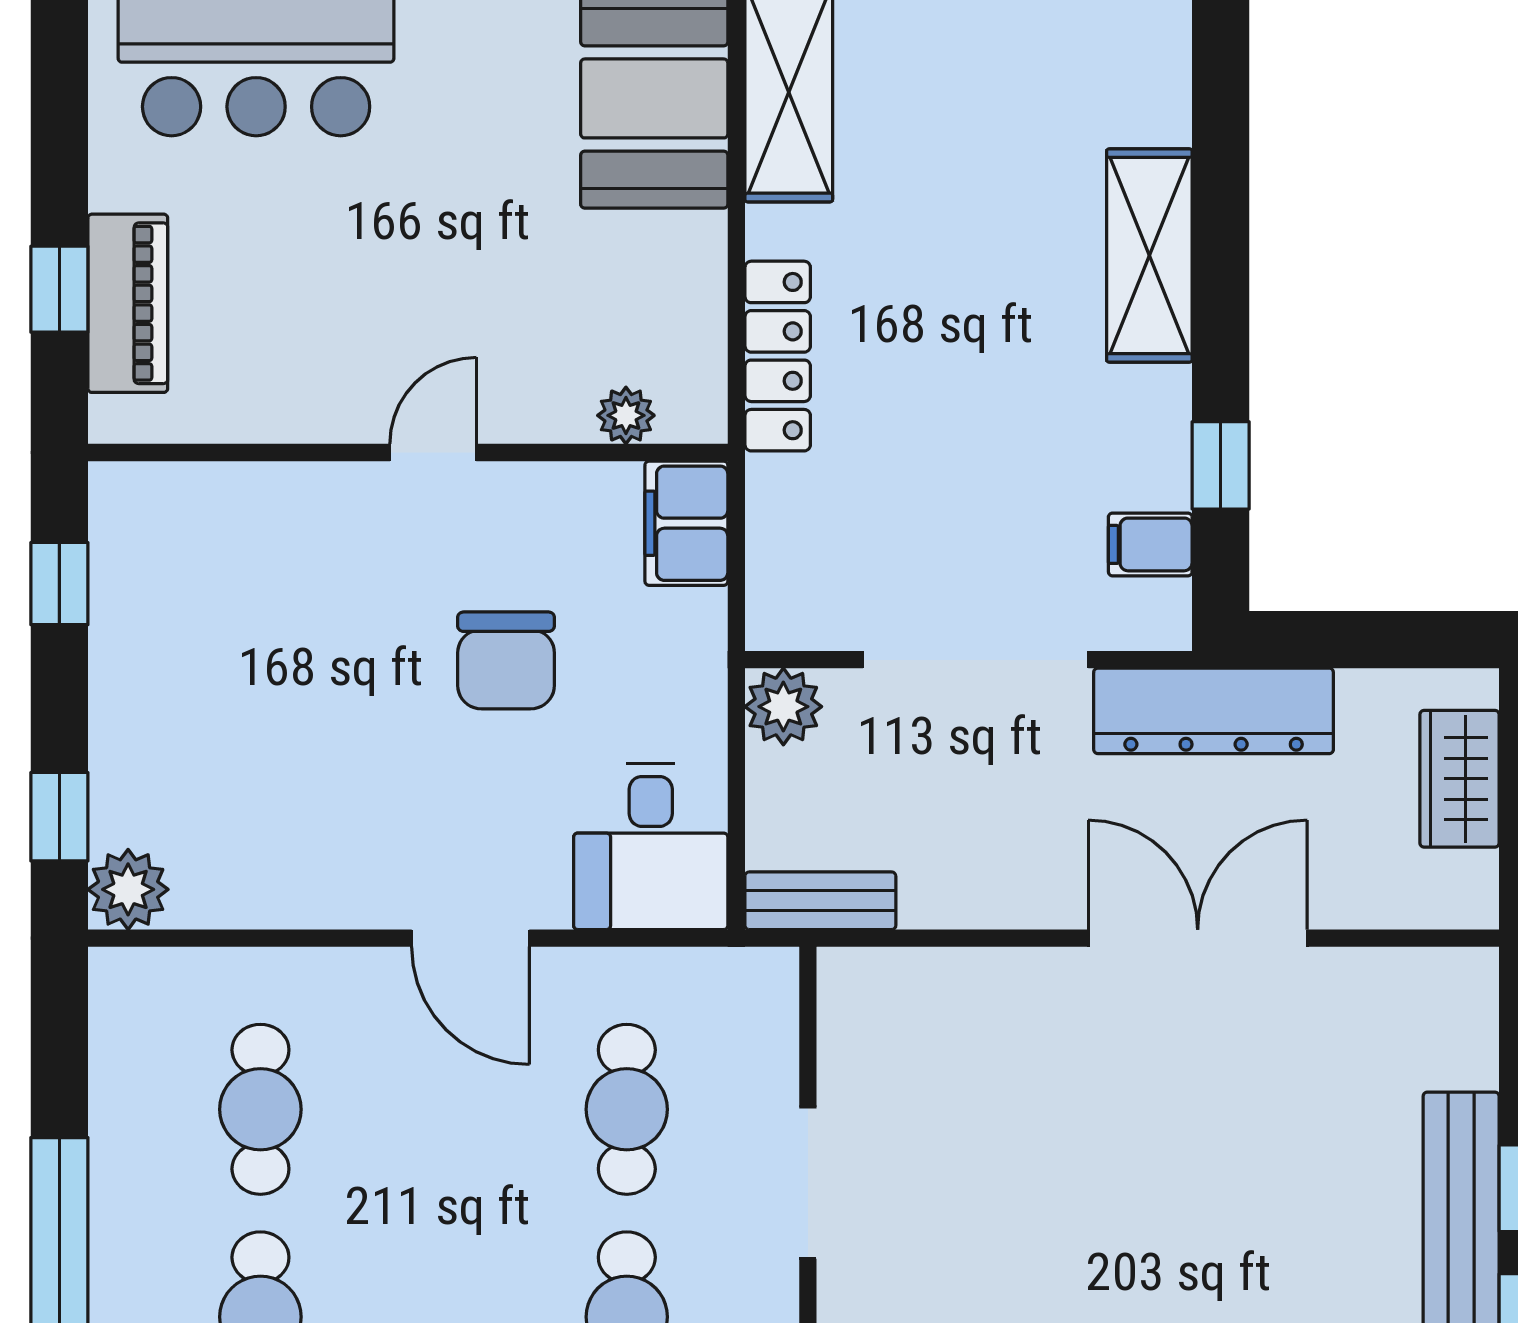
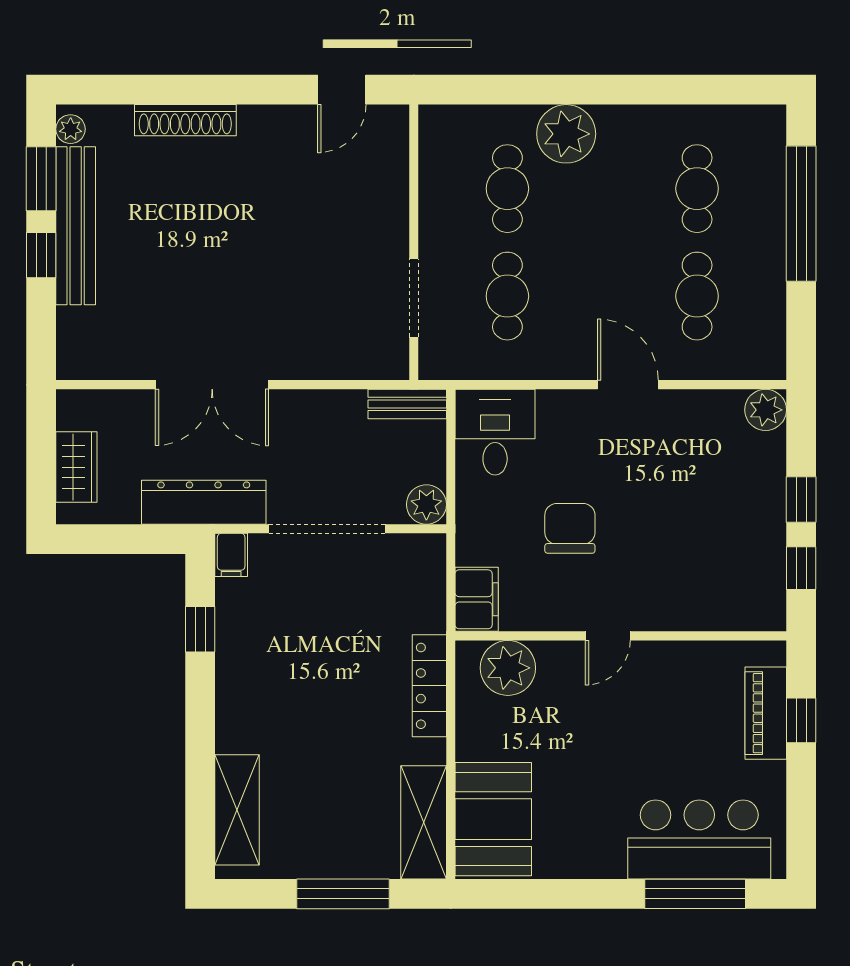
shelving: (1149, 255) -> (237, 810), moved
plant: (626, 415) -> (508, 668), width x1.88, depth x1.88
filing cabinet: (1150, 544) -> (231, 555), moved, turned 90
window: (59, 817) -> (801, 499), moved
door: (470, 938) -> (628, 385), moved
doorway: (808, 1183) -> (414, 298), moved

